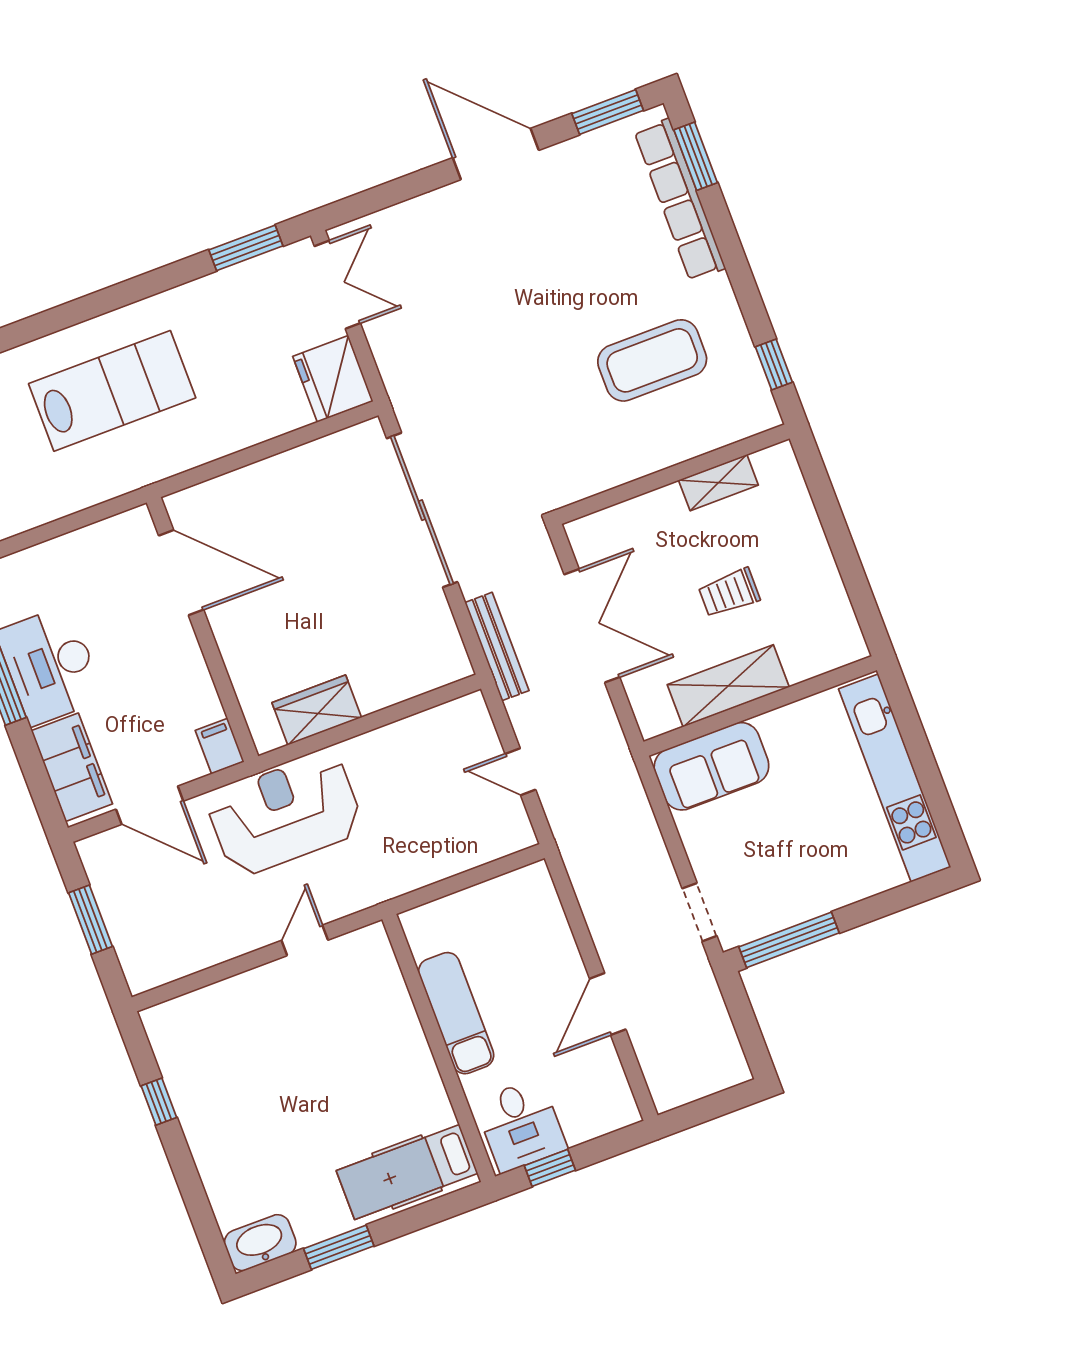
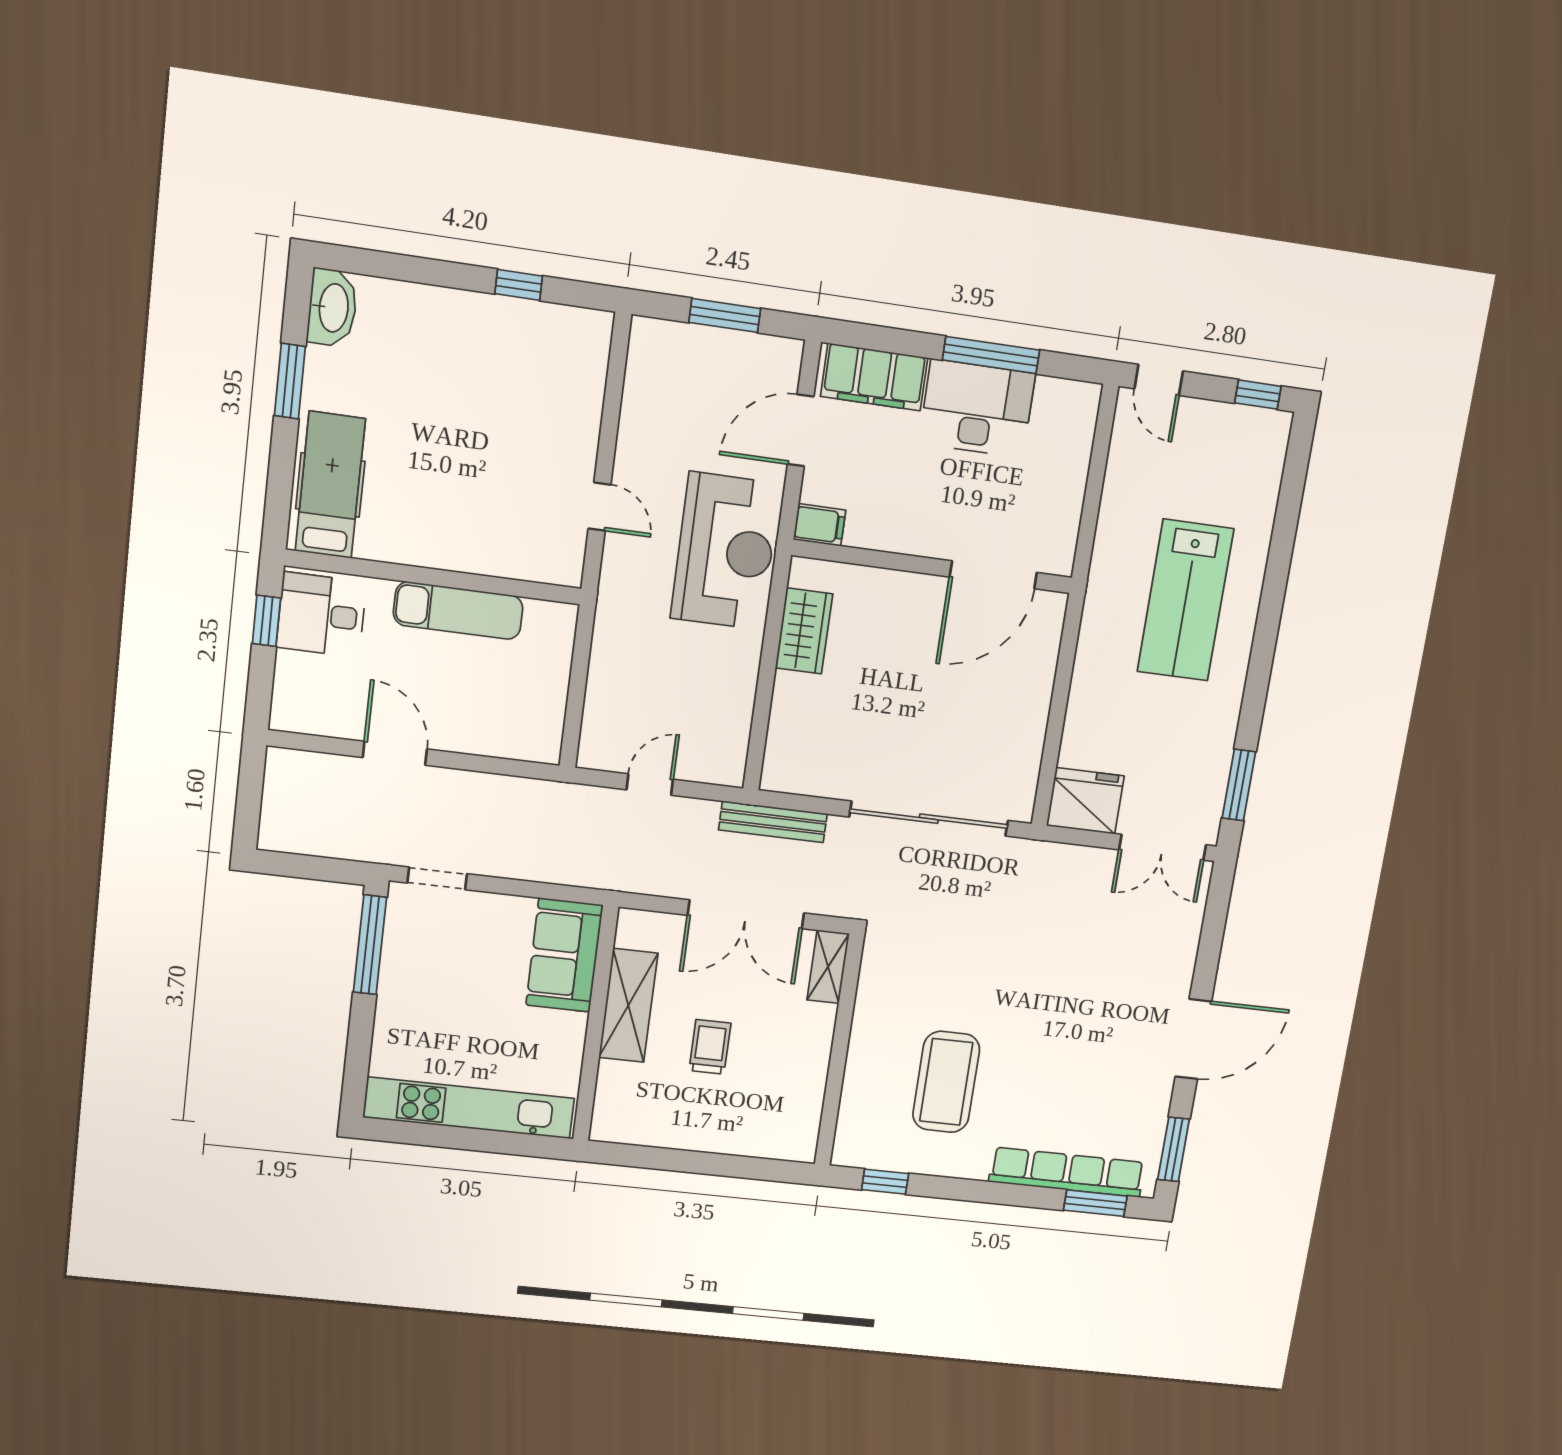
shelving: (718, 483) -> (828, 967), moved

